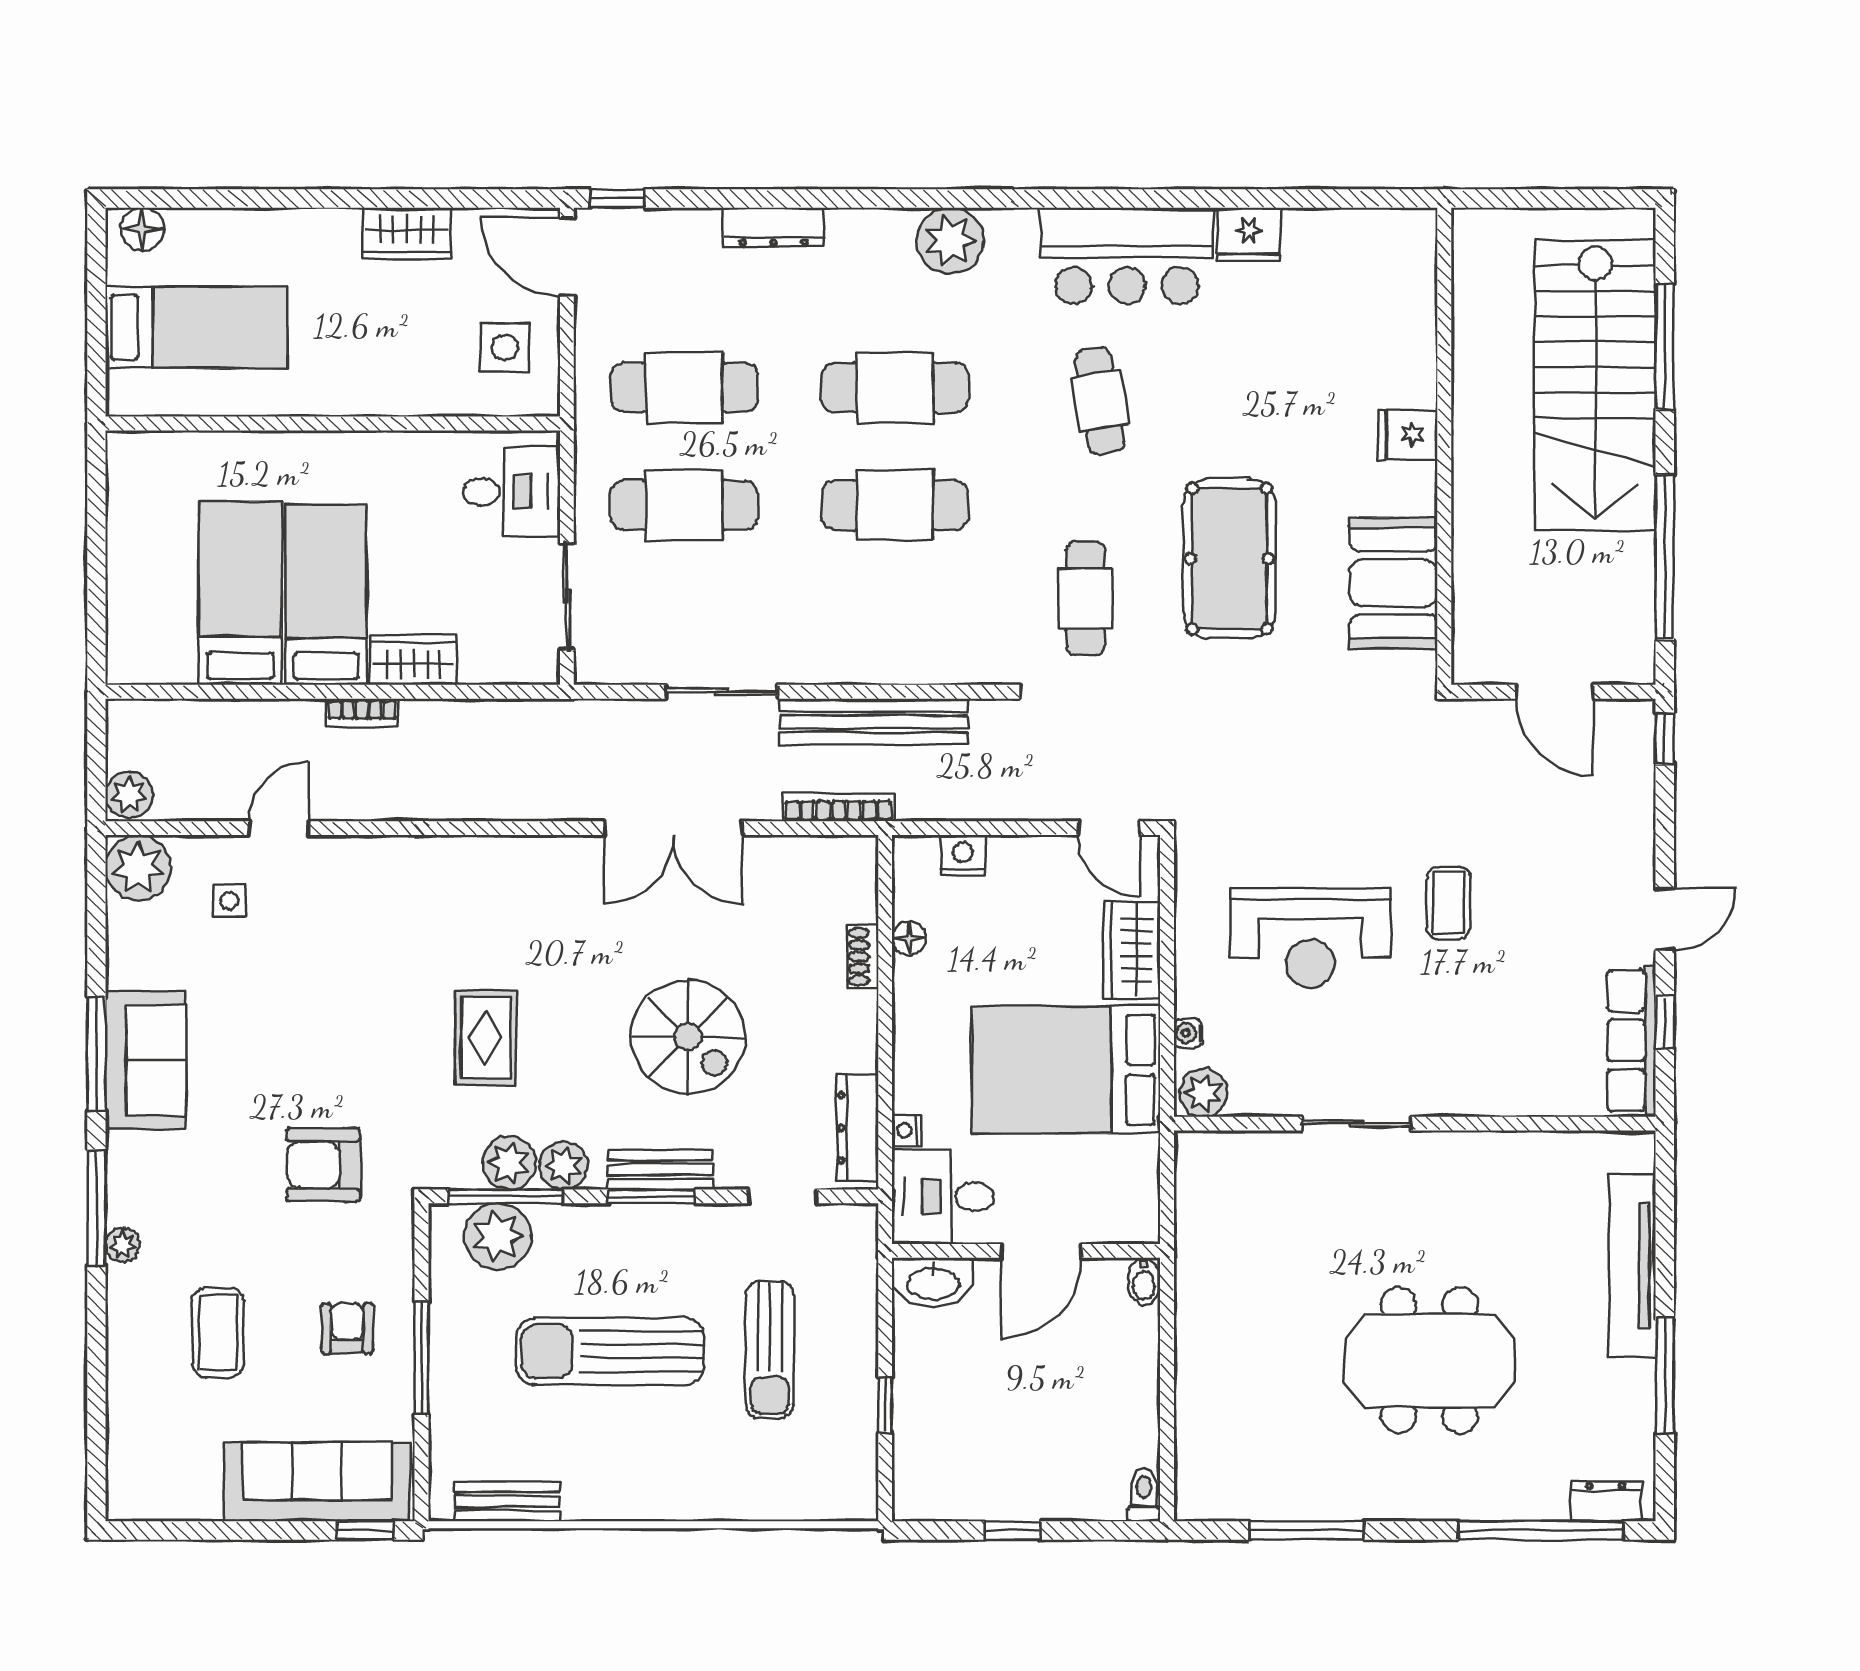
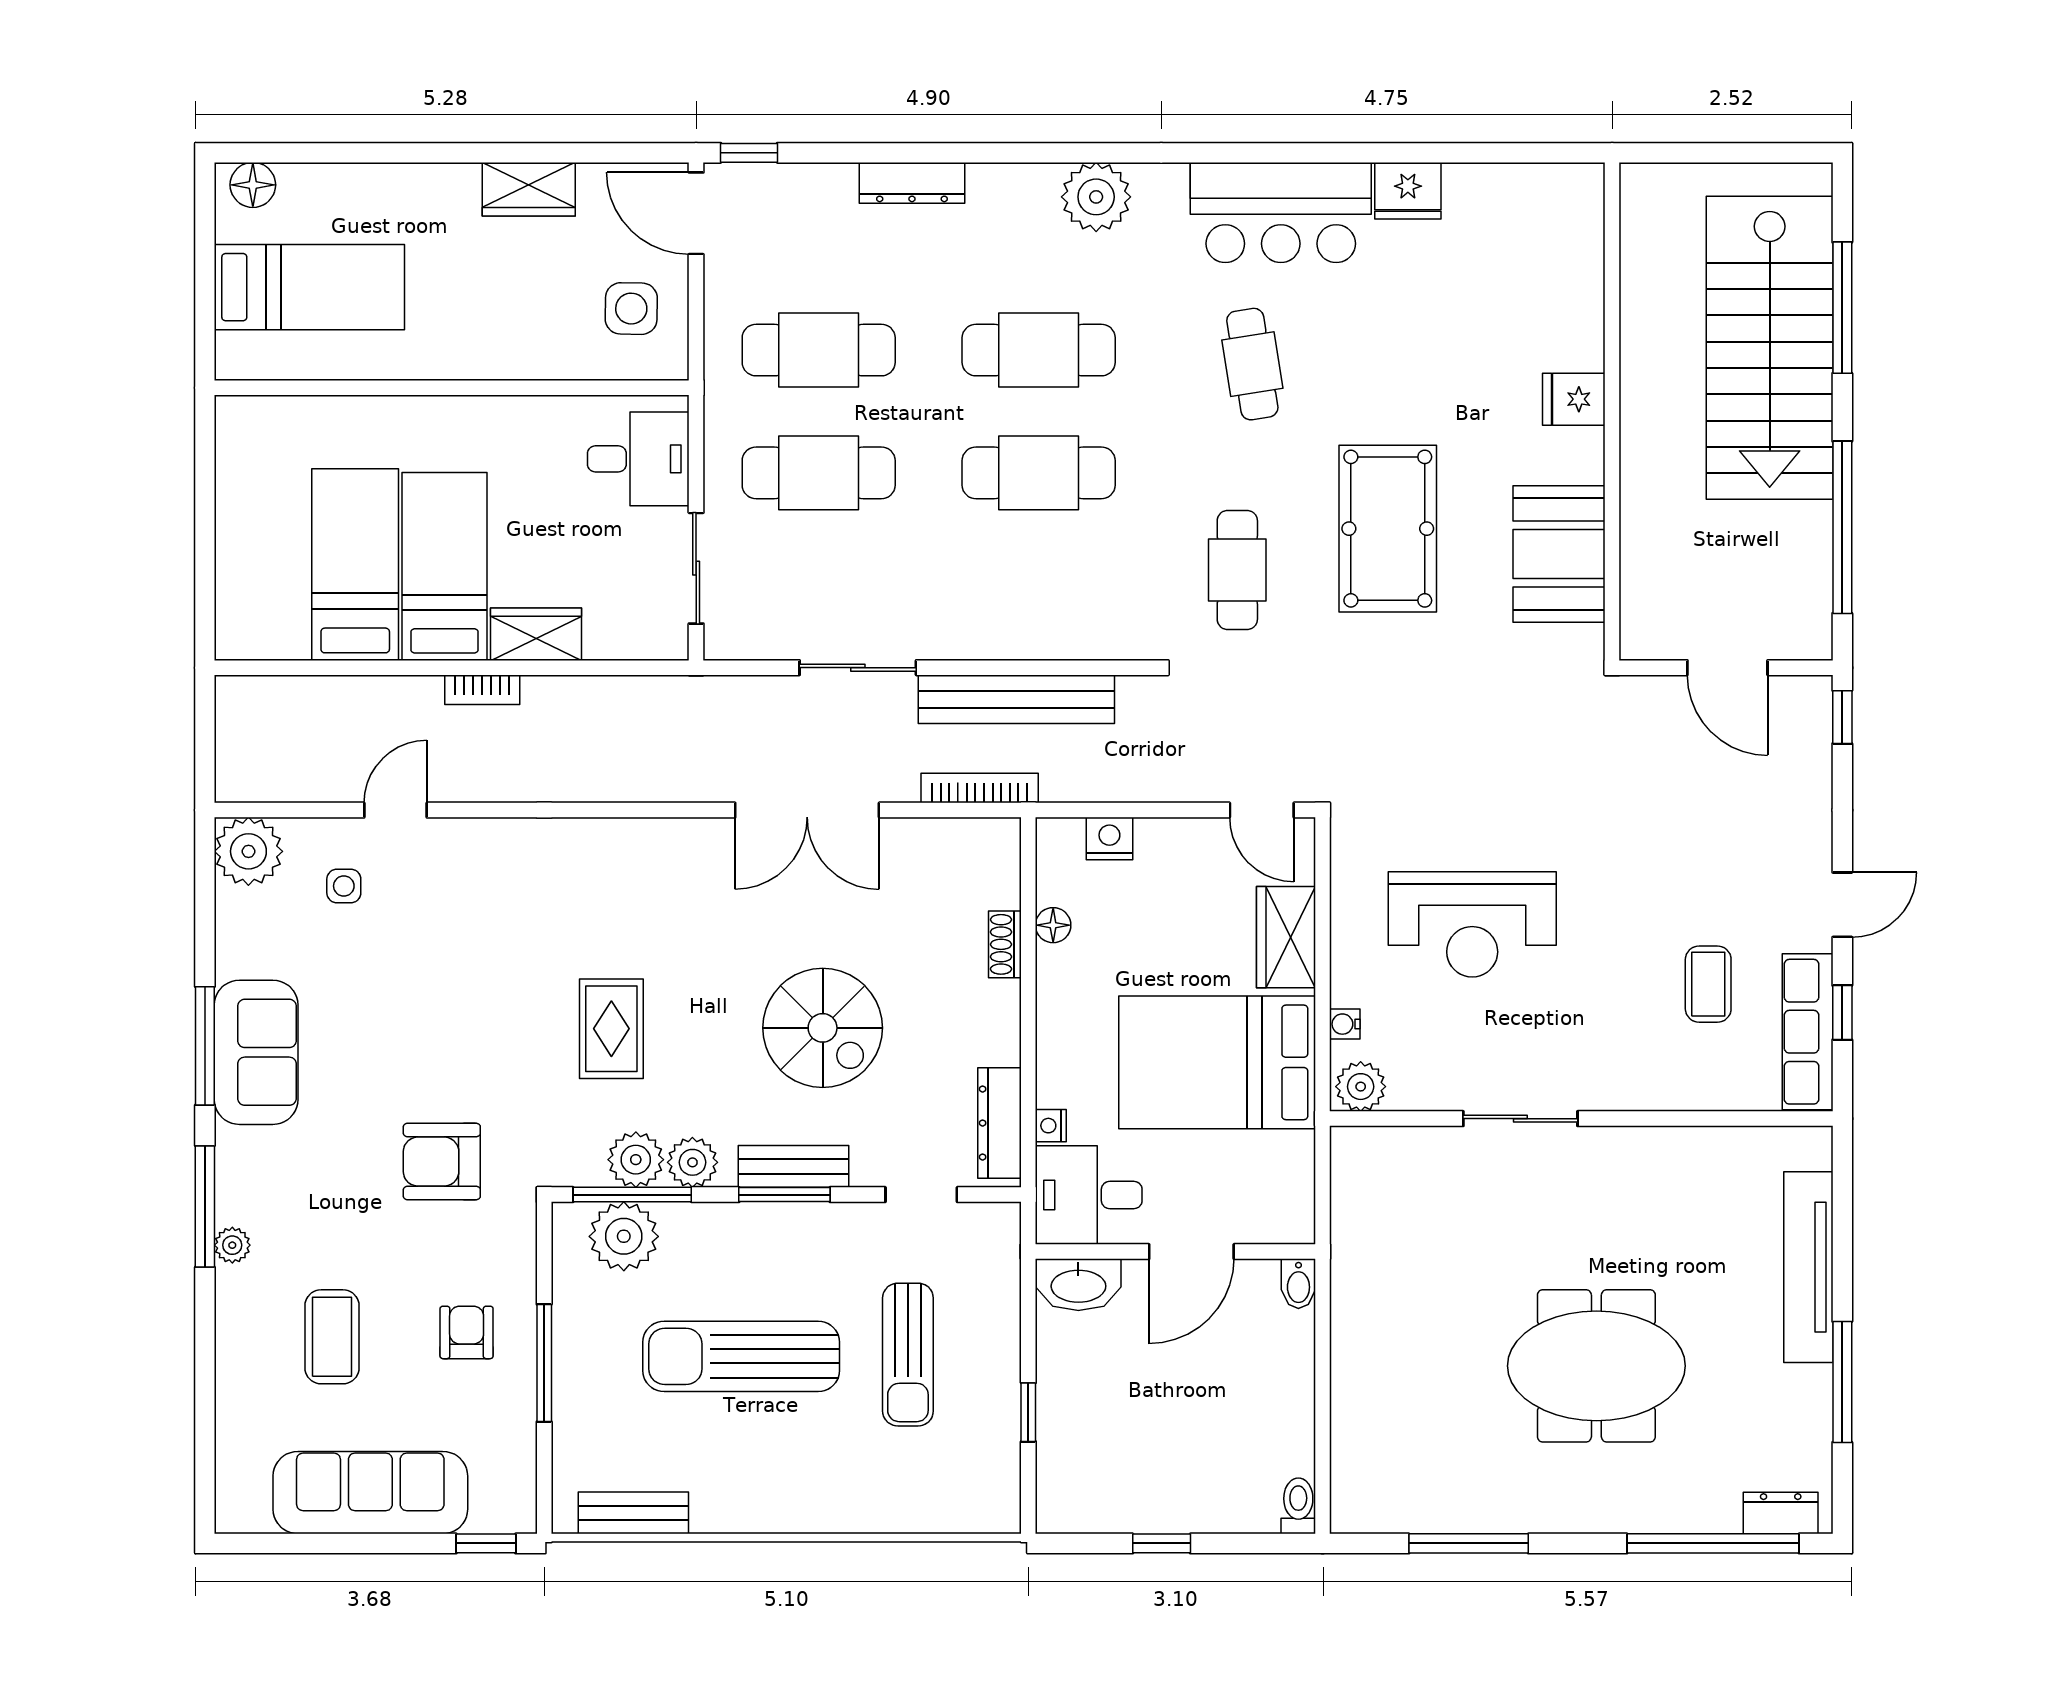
plant: (129, 795) -> (239, 775), removed
coffee table: (1449, 903) -> (1708, 984), moved
sofa: (317, 1482) -> (370, 1493), moved

